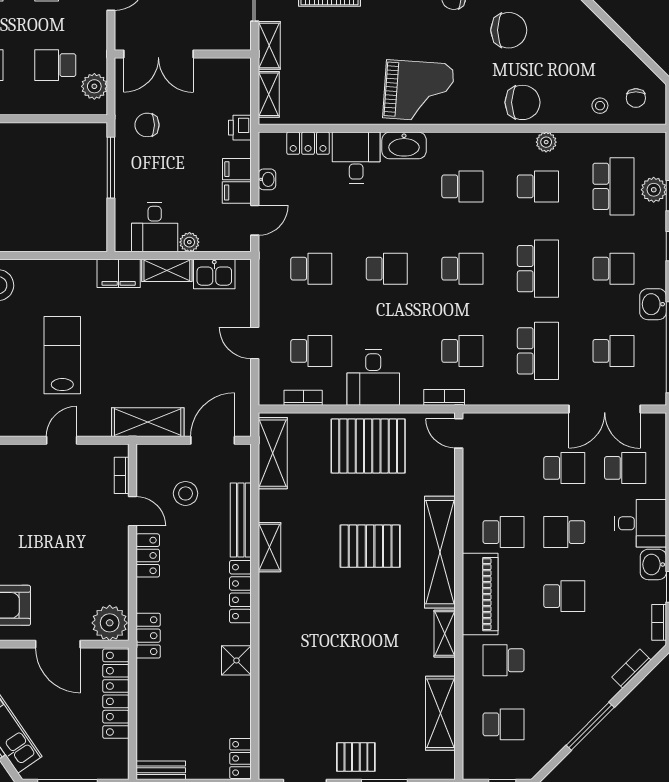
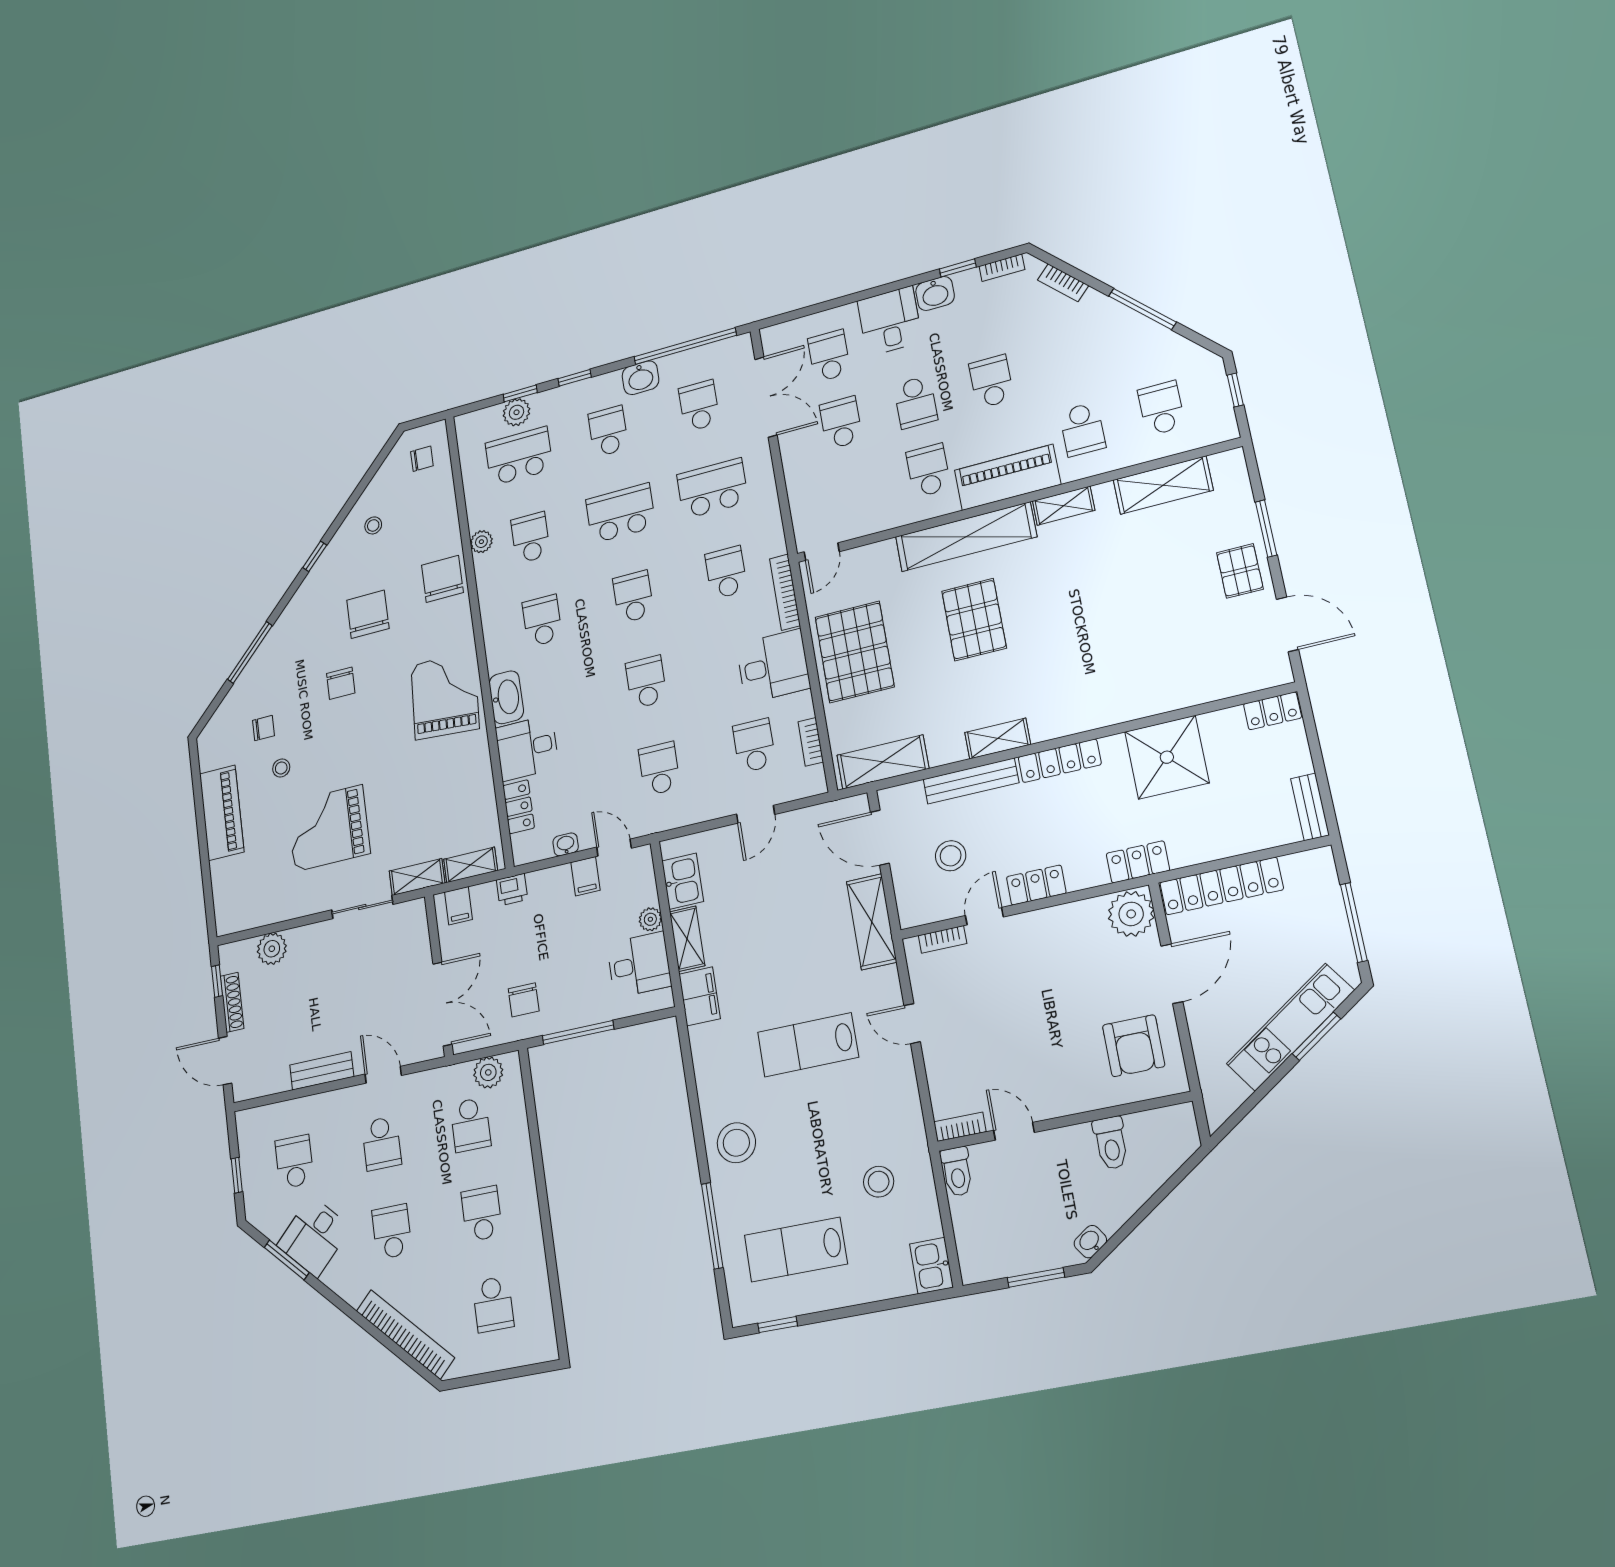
stool: (600, 106) -> (373, 525), moved
filing cabinet: (237, 169) -> (458, 906), moved
bookcase: (444, 397) -> (785, 592), width x1.56
shower: (236, 660) -> (1167, 757), width x1.86, depth x1.86

